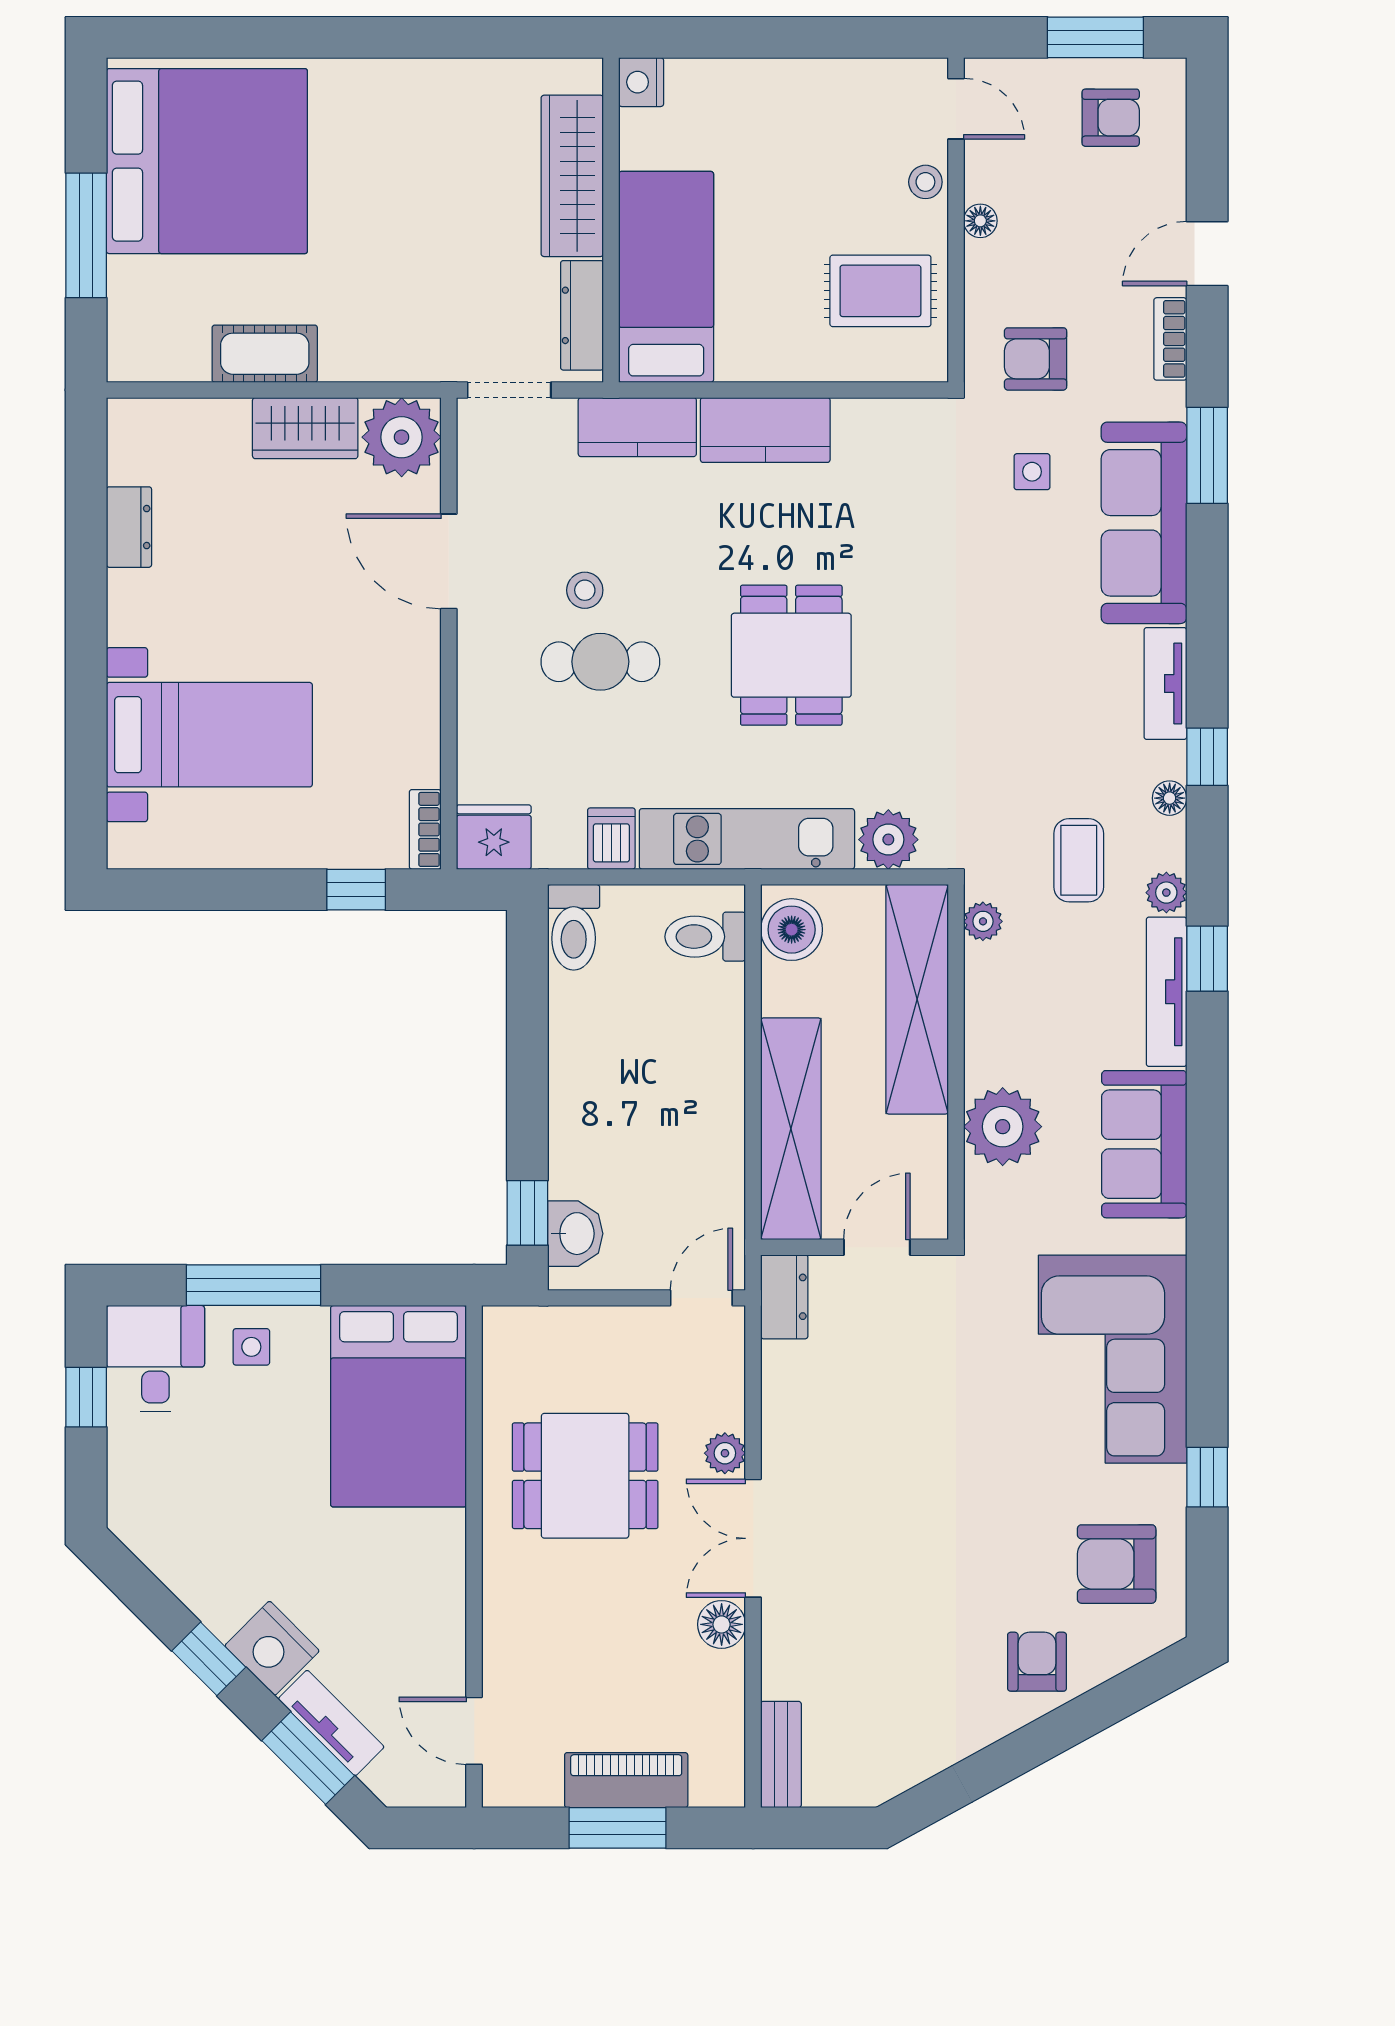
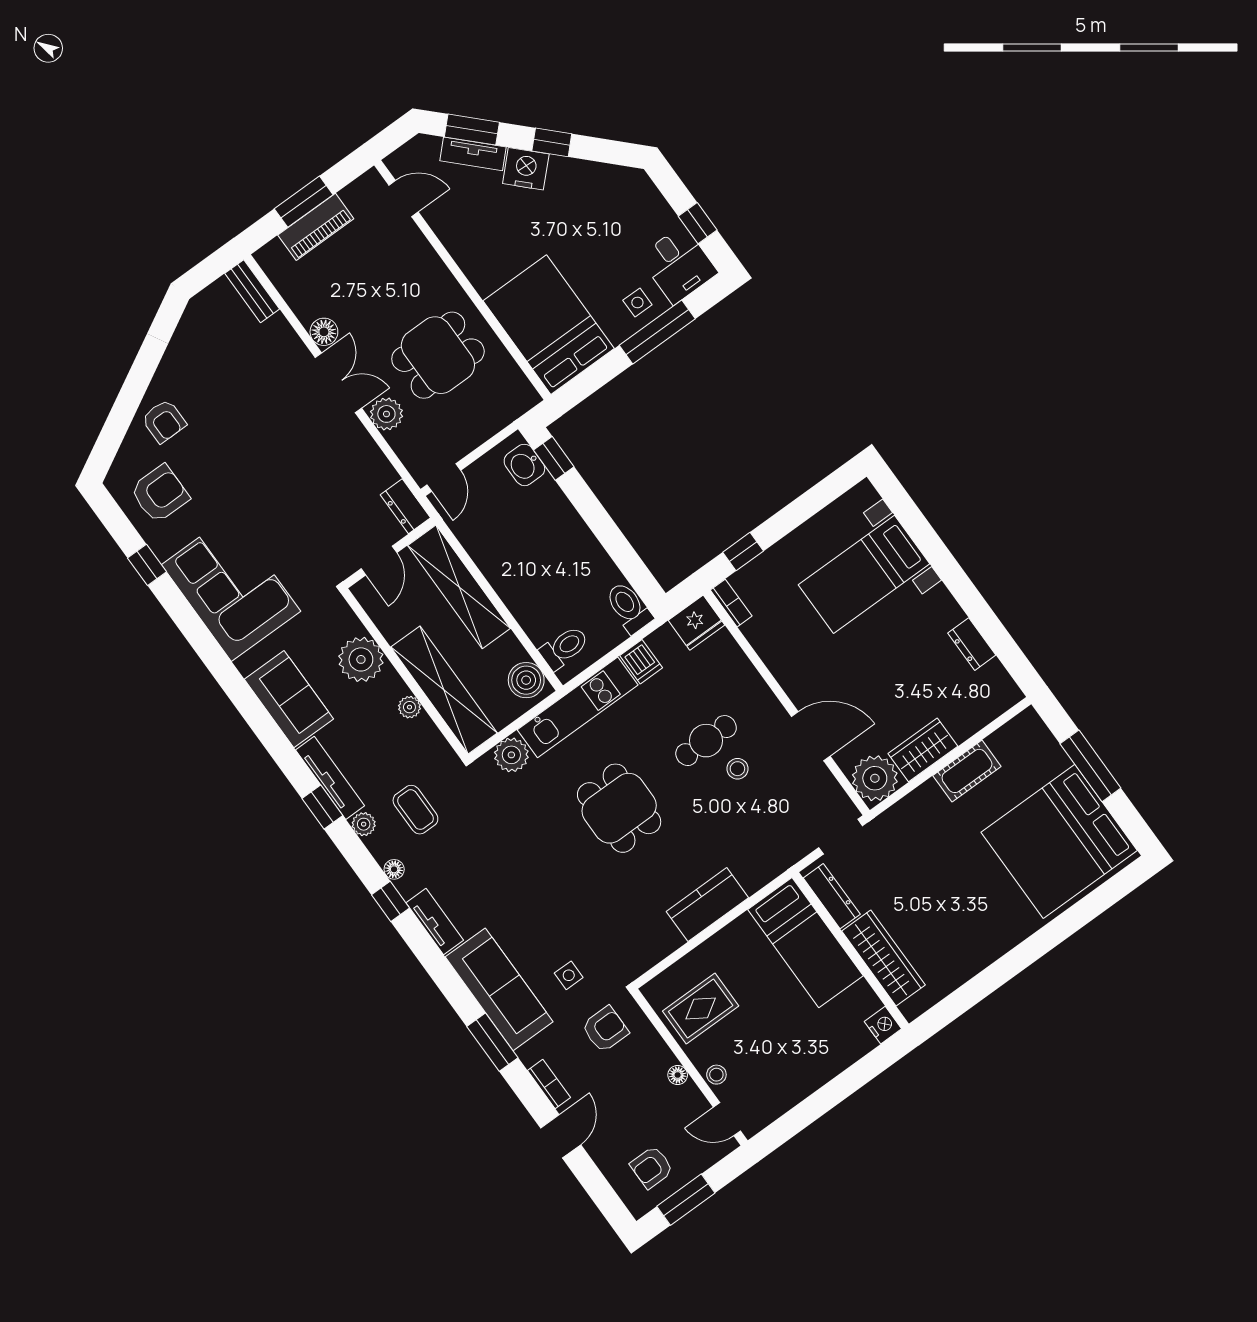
kitchen counter: (637, 427) -> (768, 863), removed
plant: (983, 921) -> (409, 707), moved
plant: (725, 1453) -> (386, 414), width x1.38, depth x1.38

